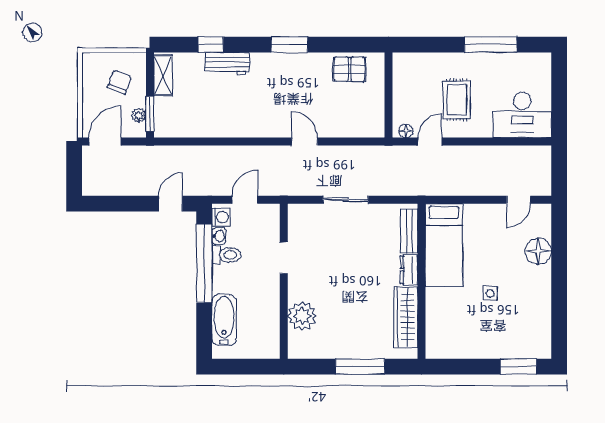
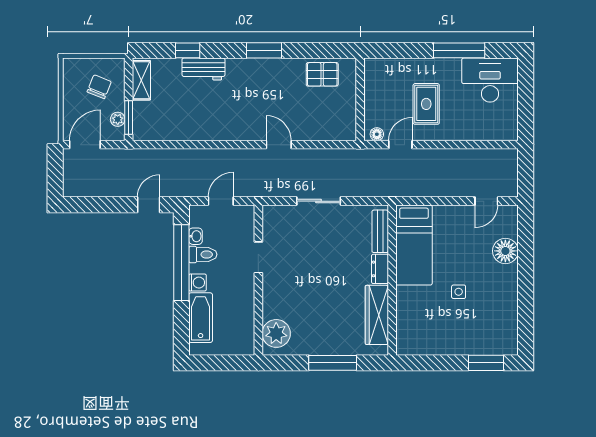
desk: (522, 115) -> (490, 80), moved, turned 180
washing machine: (221, 217) -> (198, 283), moved
plant: (302, 316) -> (276, 333), moved

